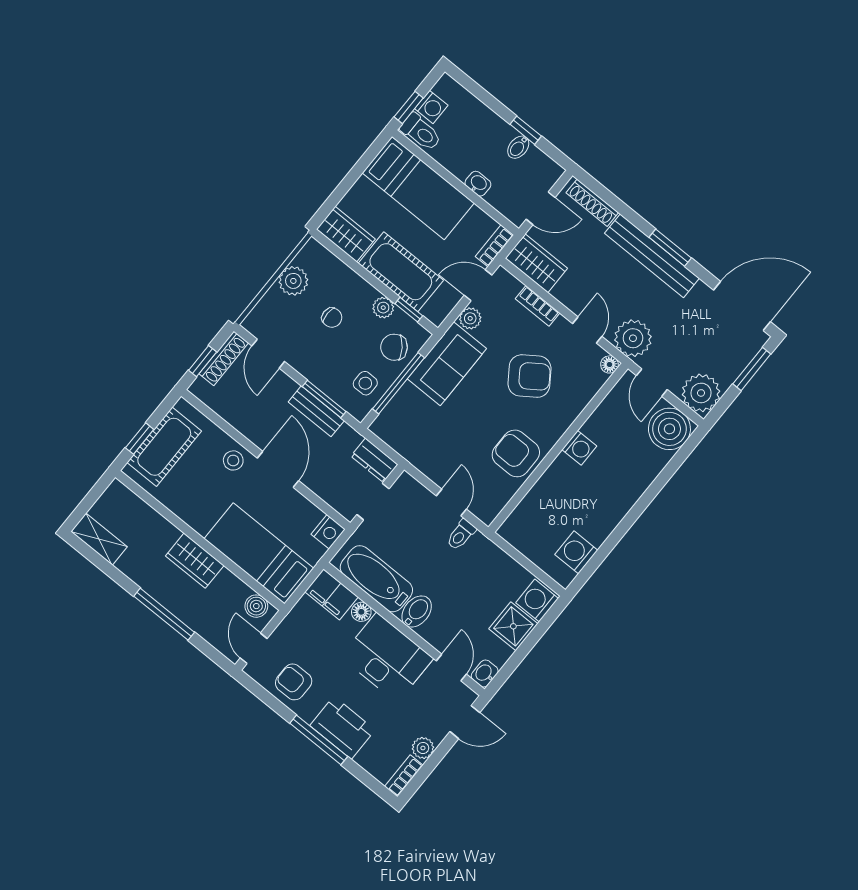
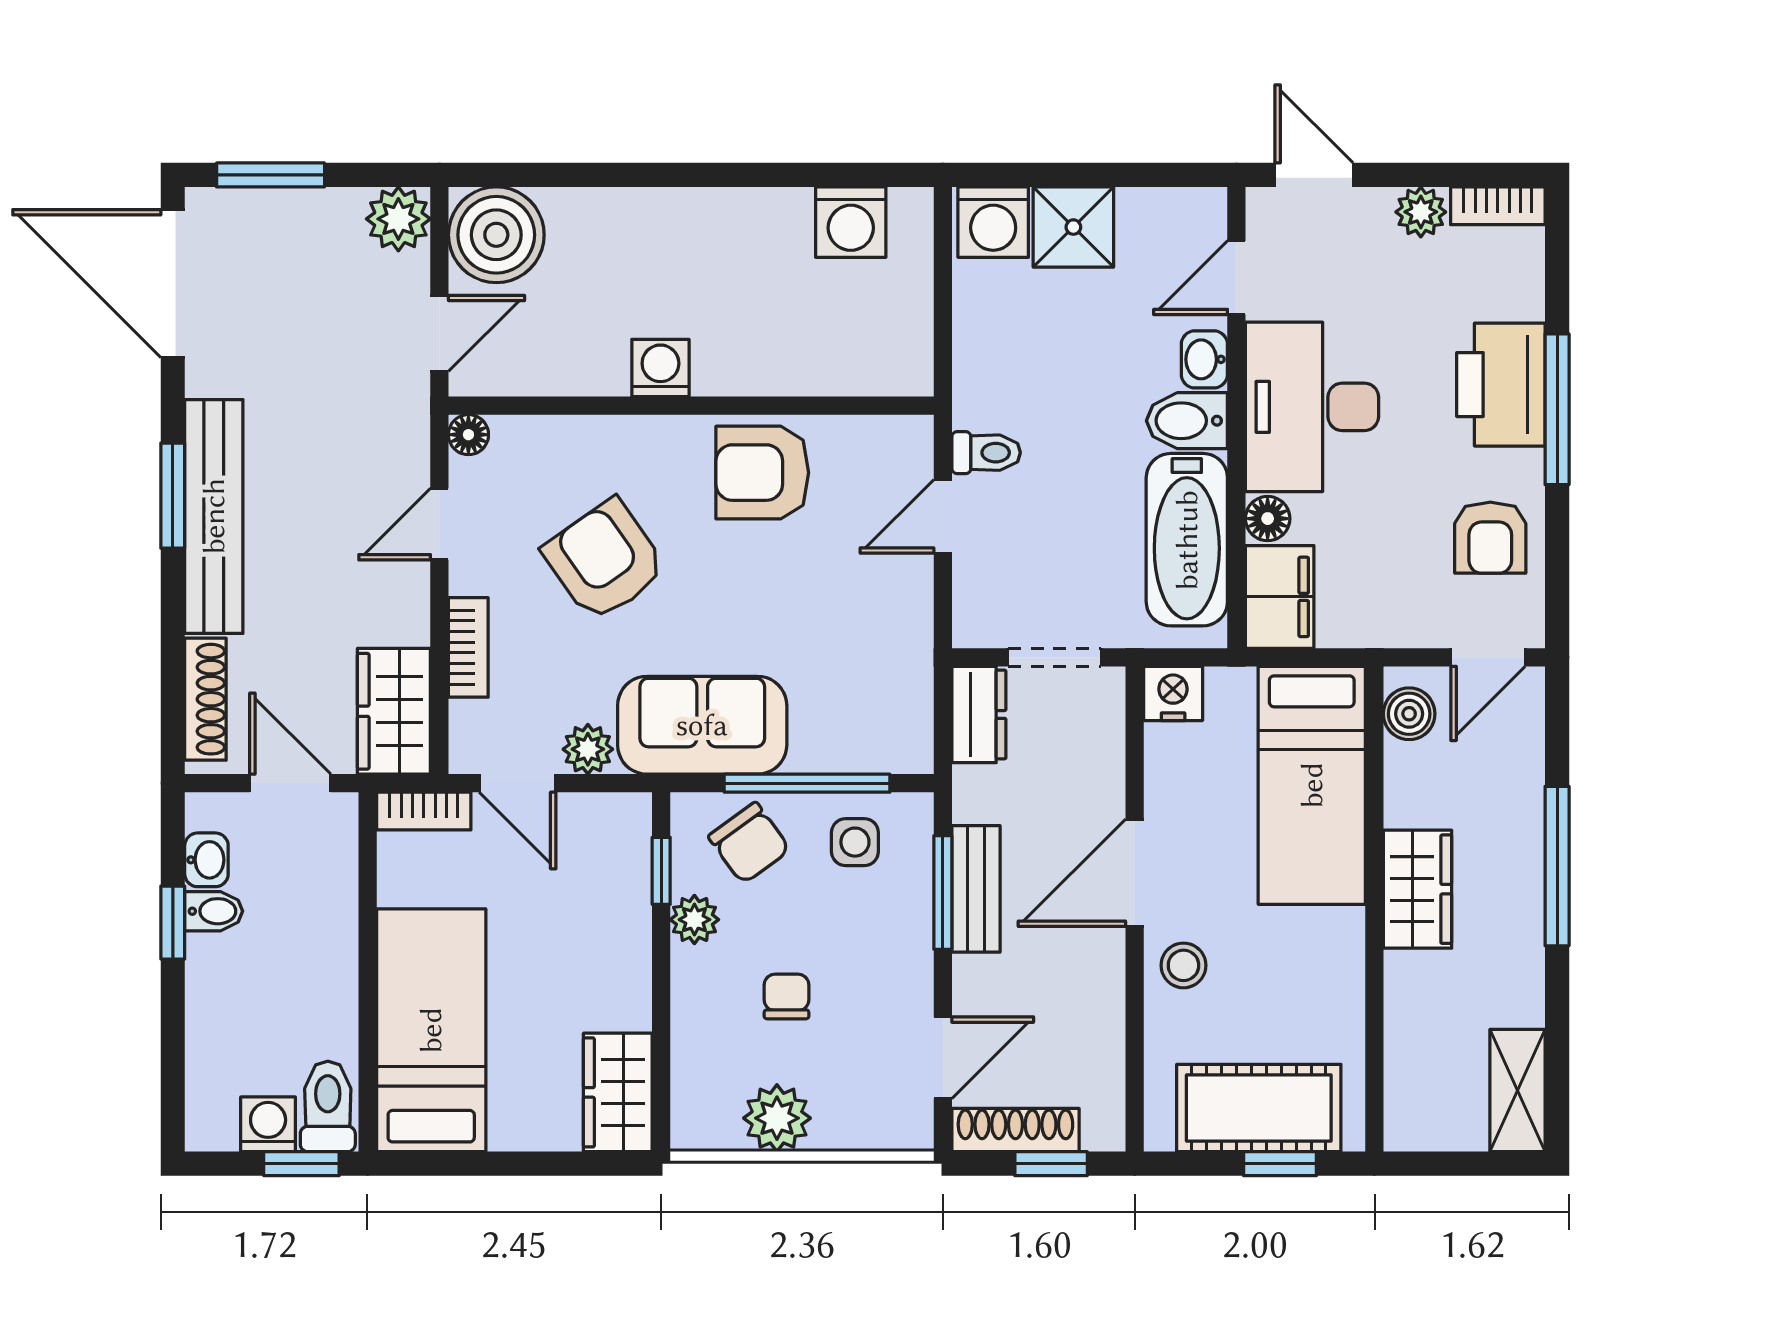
washbasin: (478, 184) -> (206, 860), moved, turned 180
cot: (401, 272) -> (605, 940), removed
plant: (633, 338) -> (388, 431), removed
plant: (701, 393) -> (398, 219), width x0.73, depth x0.73
armchair: (516, 453) -> (762, 473), turned 90
washbasin: (485, 673) -> (1204, 359), moved, turned 90

